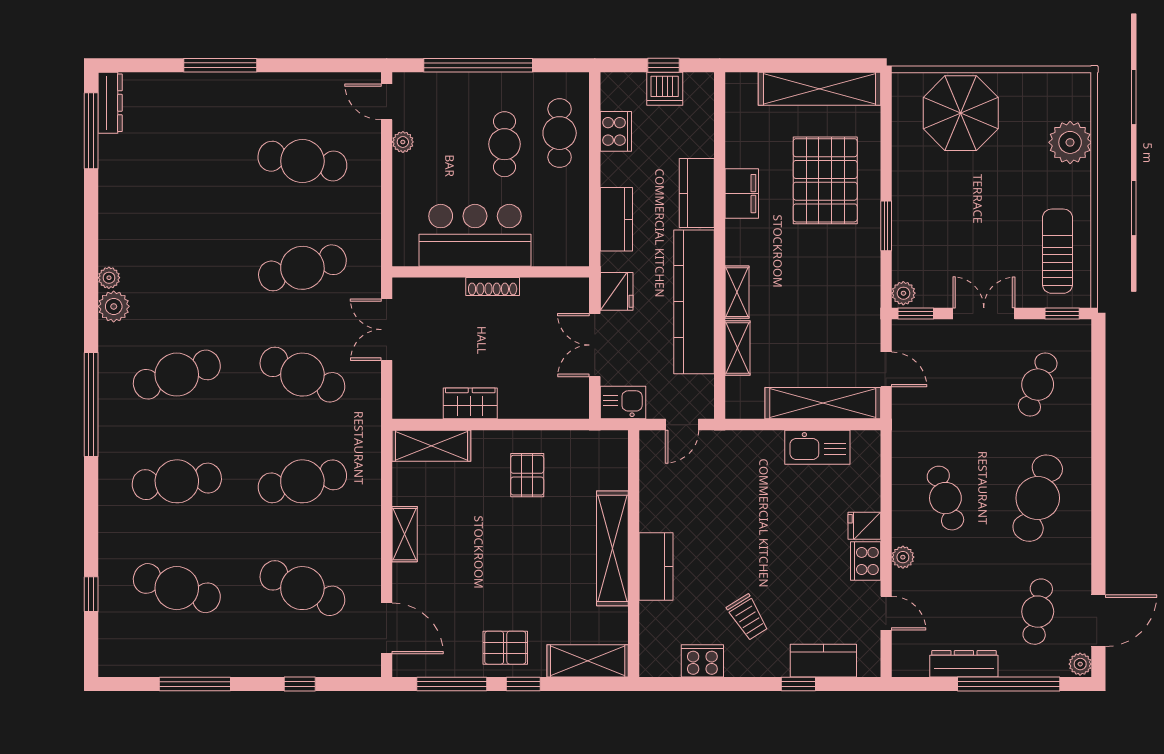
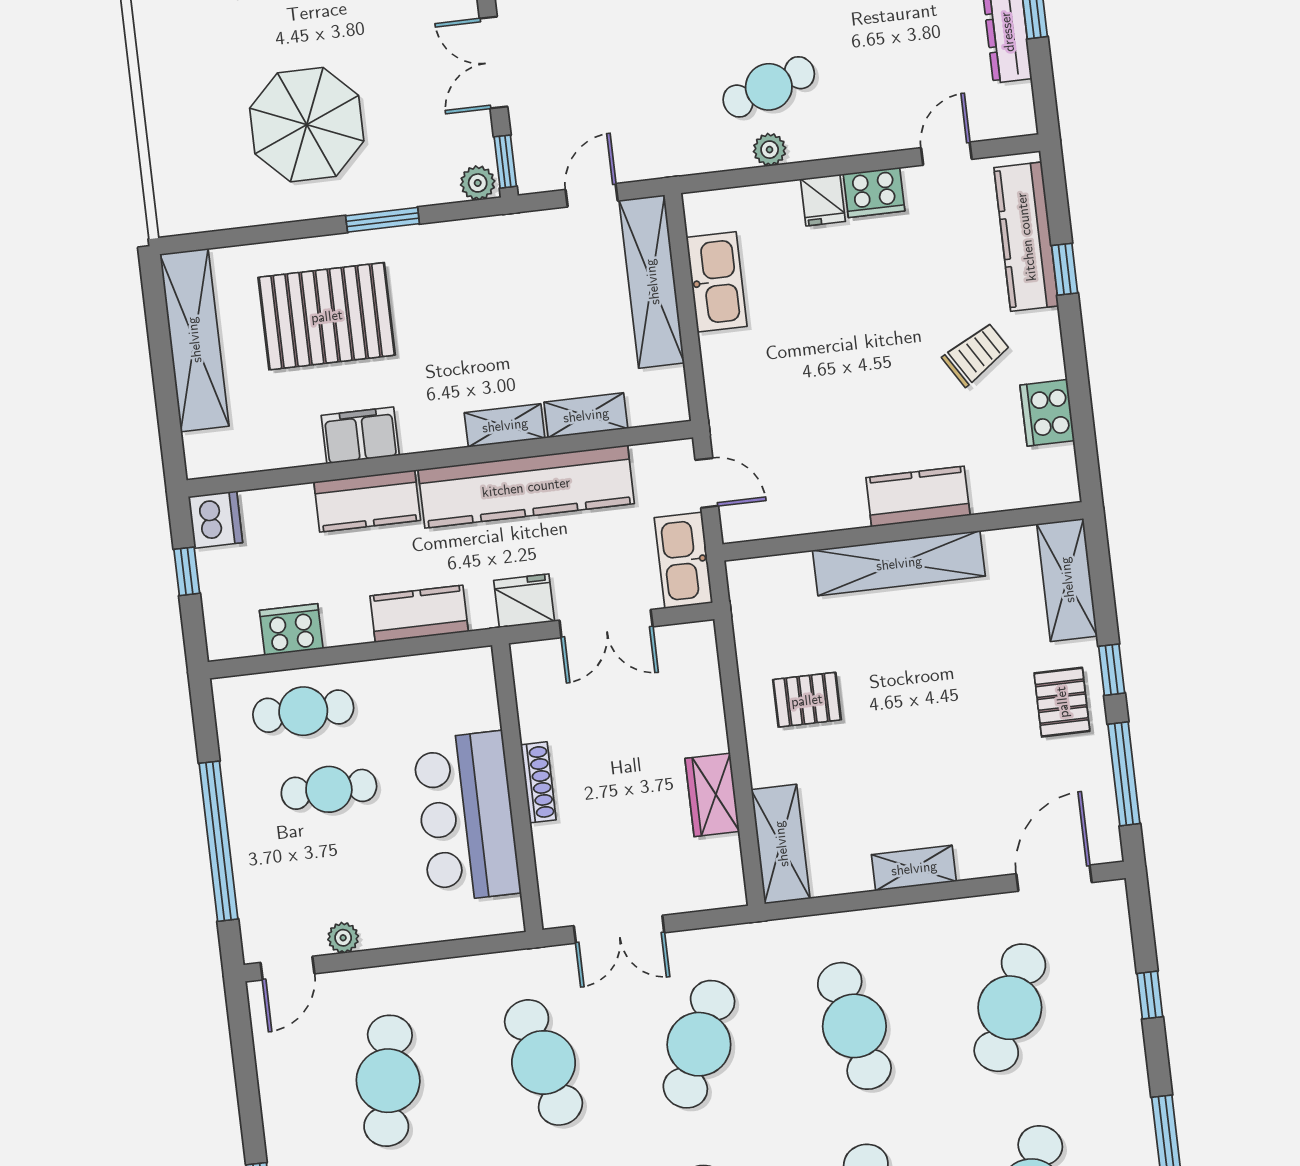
dishwasher: (665, 89) -> (215, 520), moved
parasol: (961, 113) -> (307, 125), moved
kitchen sink: (623, 403) -> (683, 560), width x1.38
plant: (903, 557) -> (770, 150), moved
kitchen counter: (823, 661) -> (1026, 237), width x1.50

